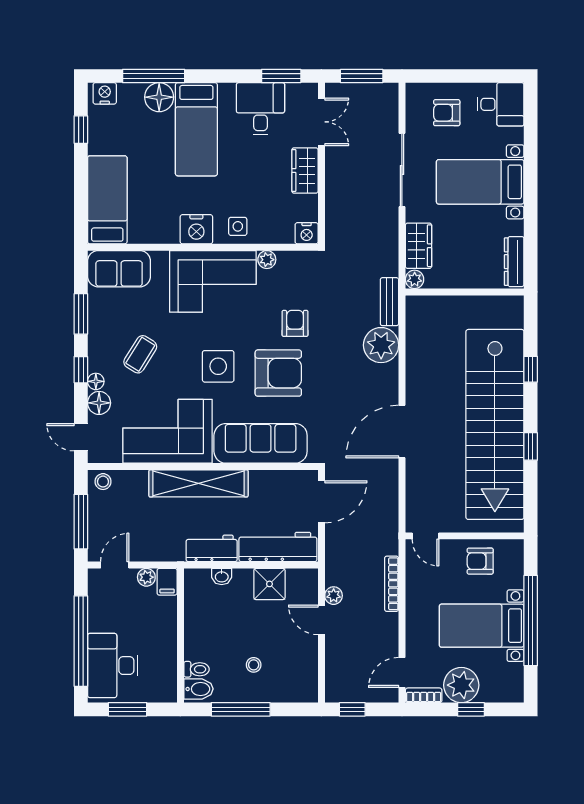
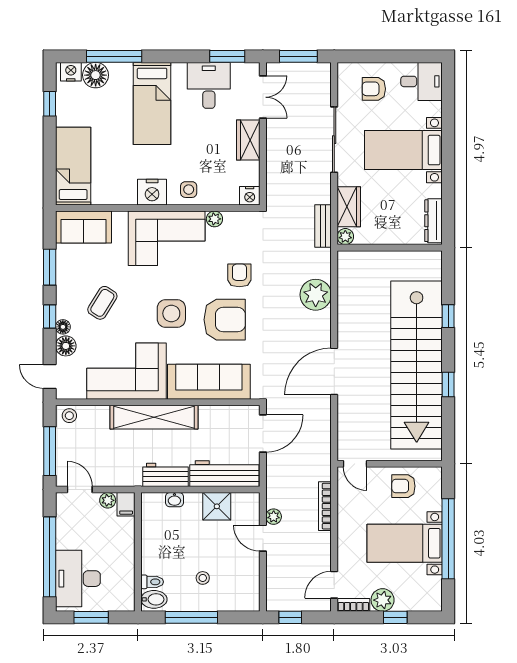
floor lamp: (159, 97) -> (96, 75), moved
bench: (389, 302) -> (323, 226), moved
door: (115, 565) -> (80, 490), hinge flipped
plant: (461, 685) -> (383, 600), width x0.73, depth x0.73

